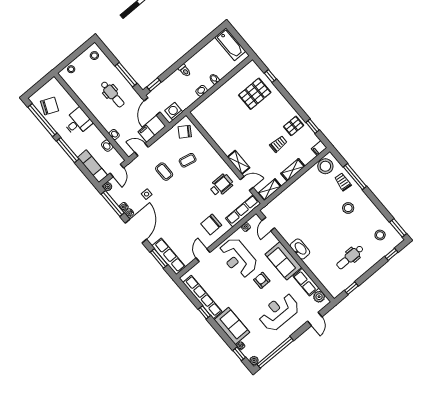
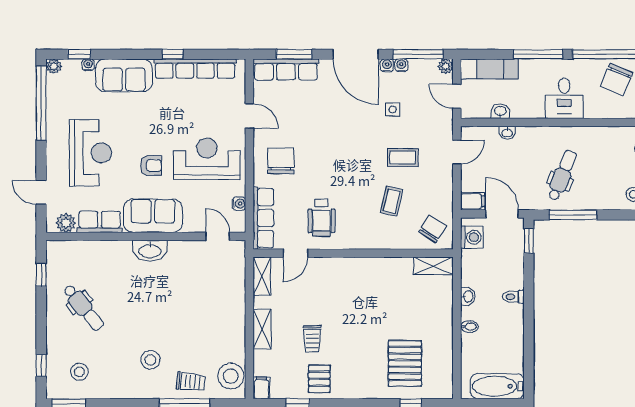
dental chair: (112, 94) -> (562, 175), turned 112
filing cabinet: (146, 134) -> (473, 201), moved
shelving: (238, 162) -> (433, 266), moved
dental chair: (350, 257) -> (83, 308), turned 141

